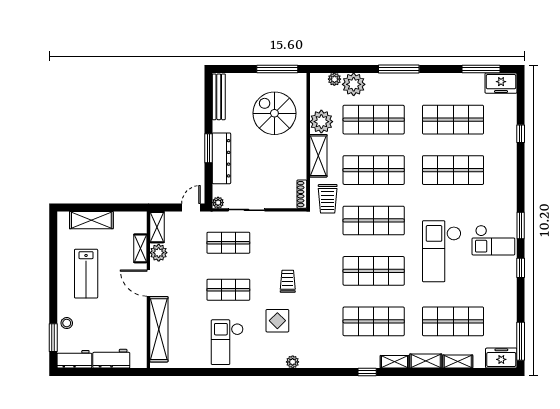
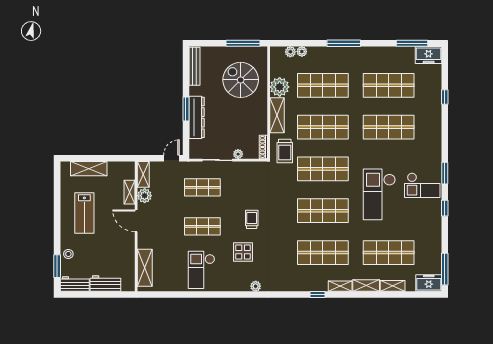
plant: (354, 84) -> (302, 52), width x0.53, depth x0.53
plant: (218, 203) -> (238, 154), moved
shelving: (159, 329) -> (145, 268), width x0.68

